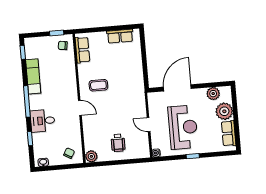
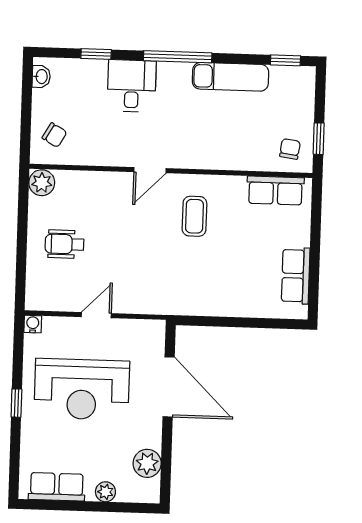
plant: (224, 111) -> (105, 492), width x0.53, depth x0.53

